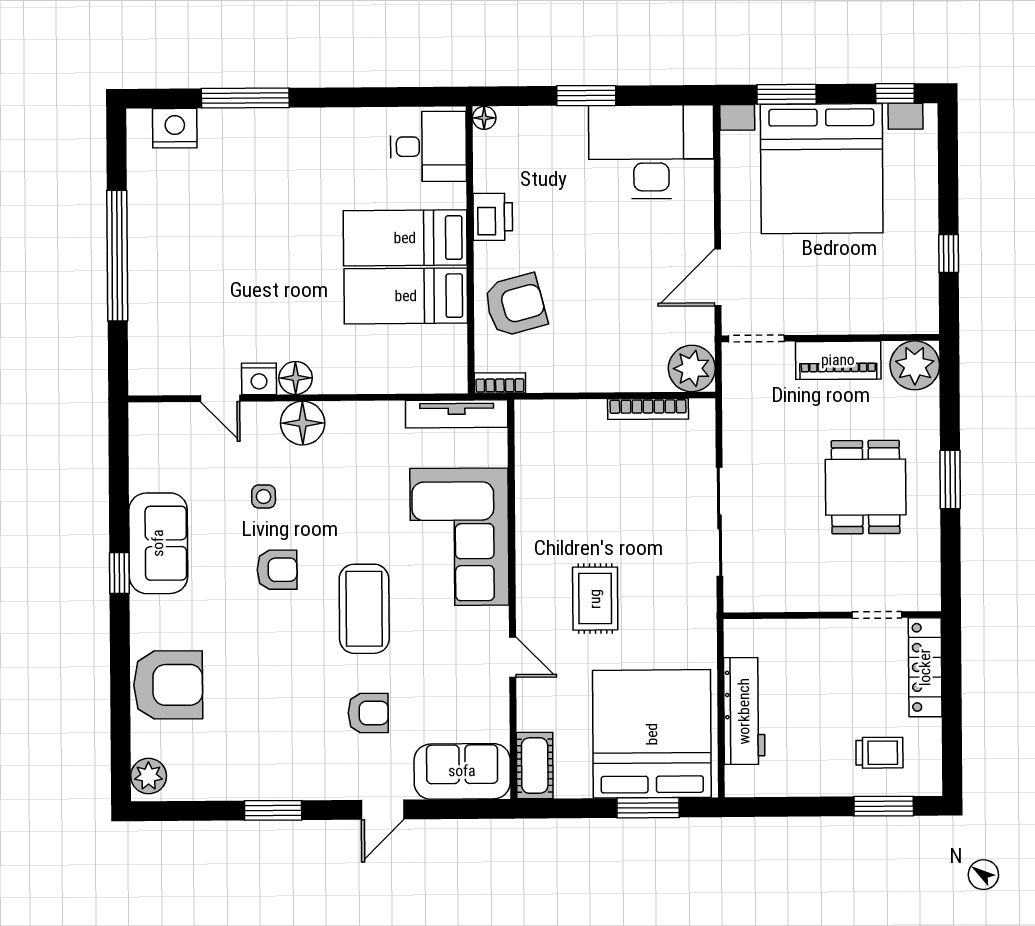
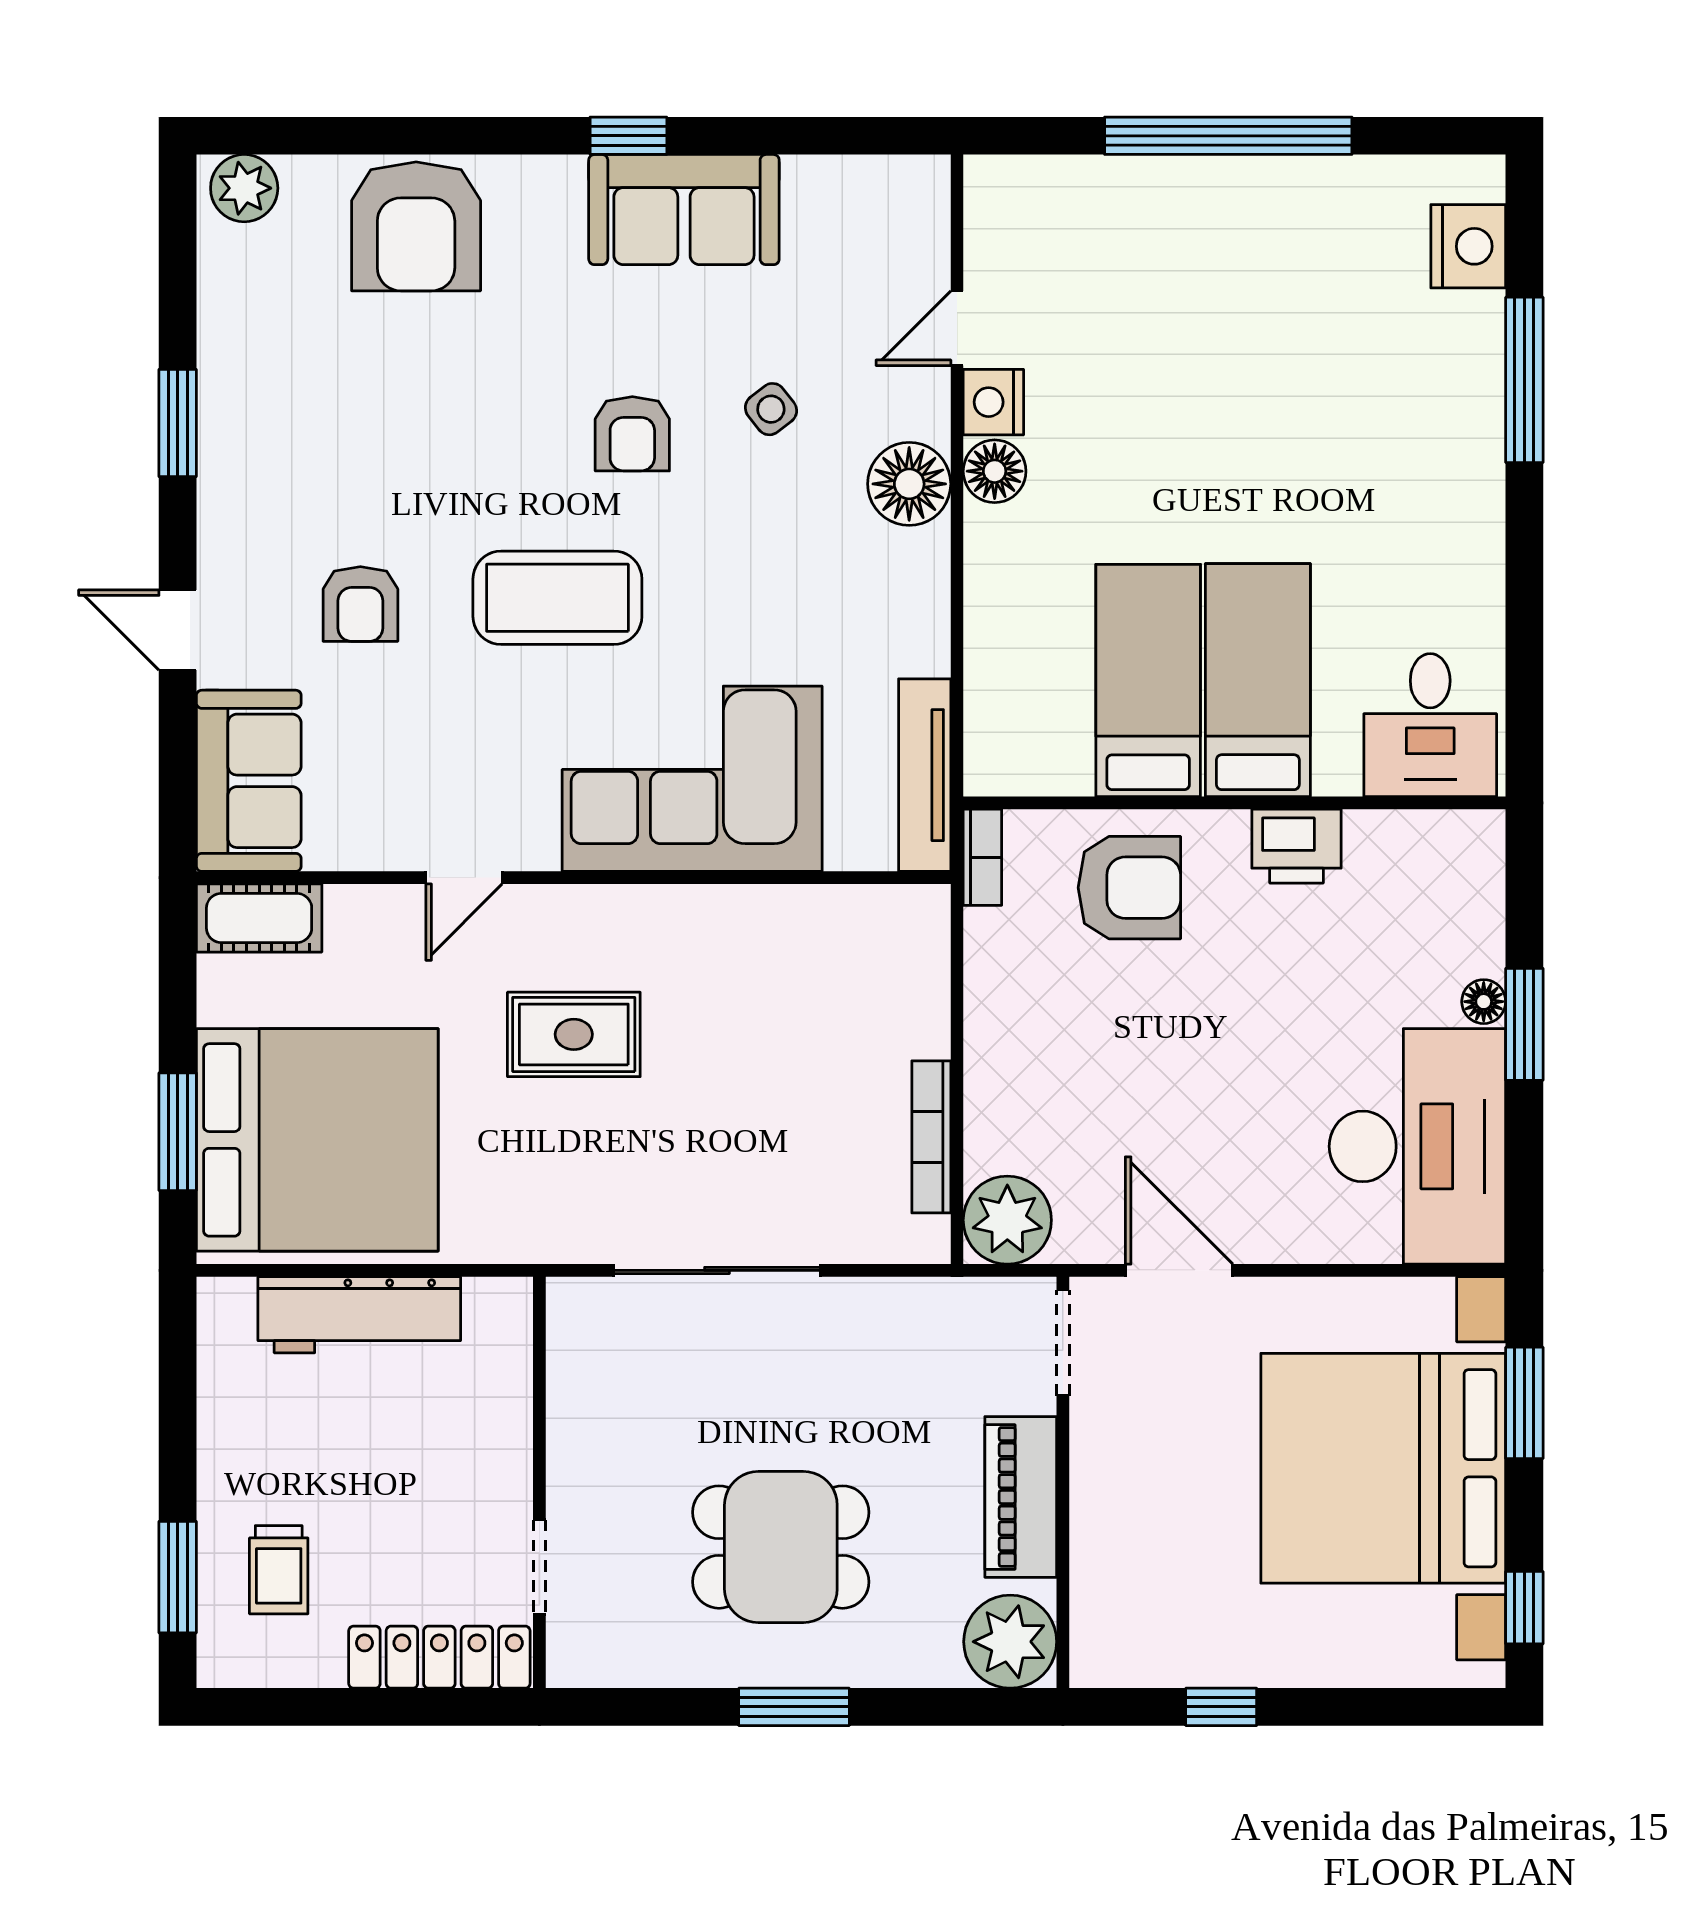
floor lamp: (484, 118) -> (1484, 1002), moved
armchair: (515, 305) -> (1129, 888), turned -75
side table: (264, 497) -> (771, 409), turned -38

